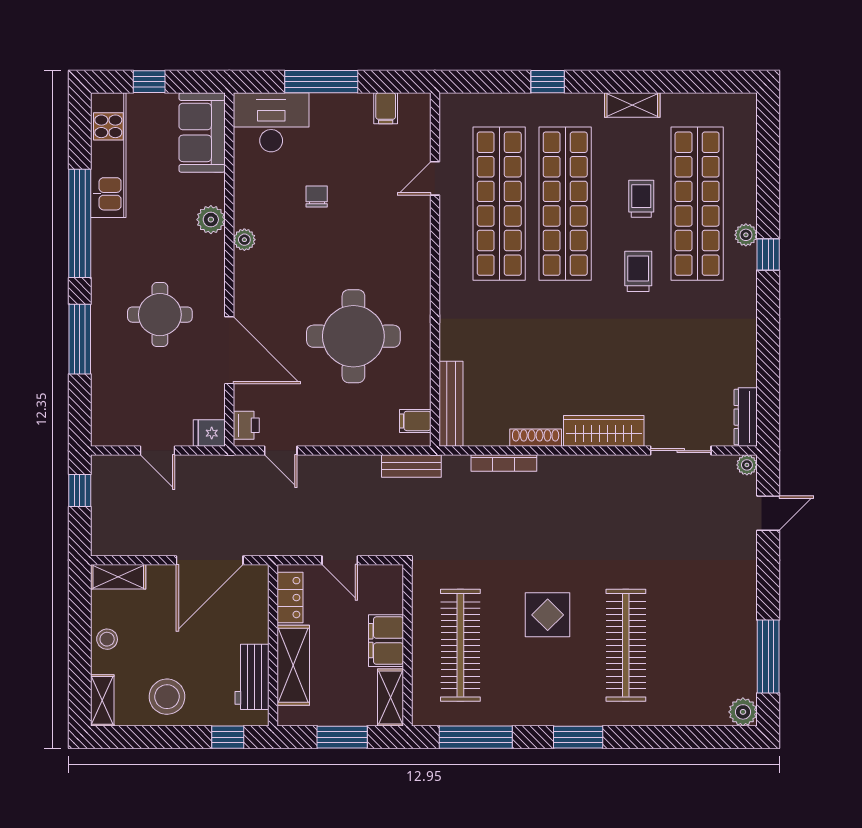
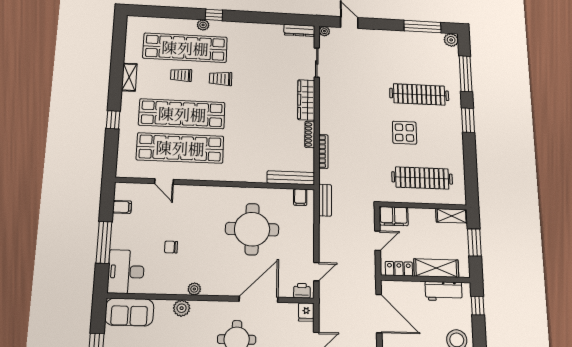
filing cabinet: (386, 641) -> (394, 216), moved
window: (476, 737) -> (466, 74), moved

